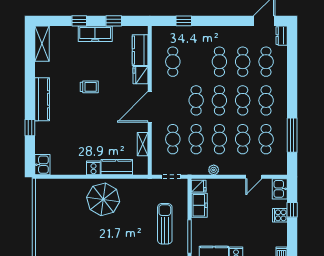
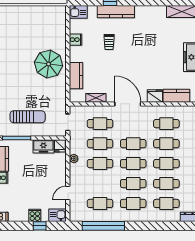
trolley: (89, 87) -> (109, 42), moved
kitchen counter: (42, 99) -> (116, 12), moved
window: (292, 135) -> (103, 226), width x1.46
cafe table: (243, 139) -> (166, 144), moved
cooker: (93, 168) -> (75, 40), moved
door: (254, 177) -> (68, 193), hinge flipped

